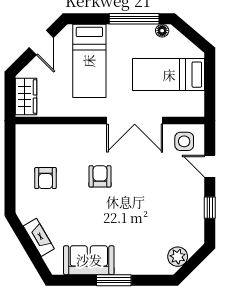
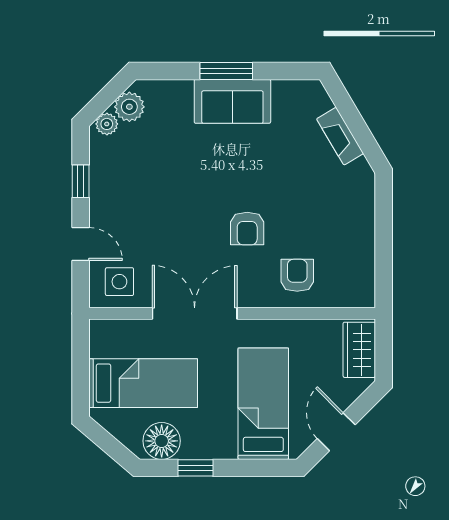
window: (134, 19) -> (195, 468), width x0.46
floor lamp: (162, 31) -> (162, 441), width x1.89, depth x1.89
armchair: (45, 178) -> (297, 275), moved
plant: (193, 245) -> (107, 124), added
sofa: (89, 260) -> (232, 101), moved

